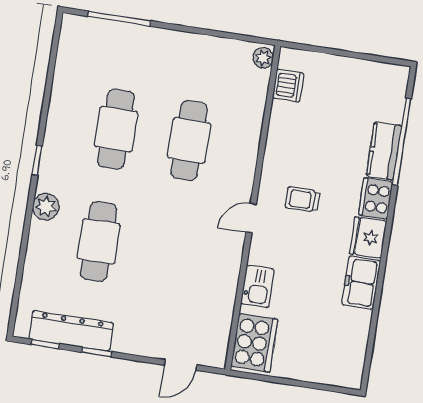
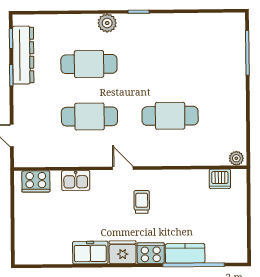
cafe table: (116, 129) -> (89, 117), moved
cooker: (254, 343) -> (36, 181), width x0.73, depth x0.76

